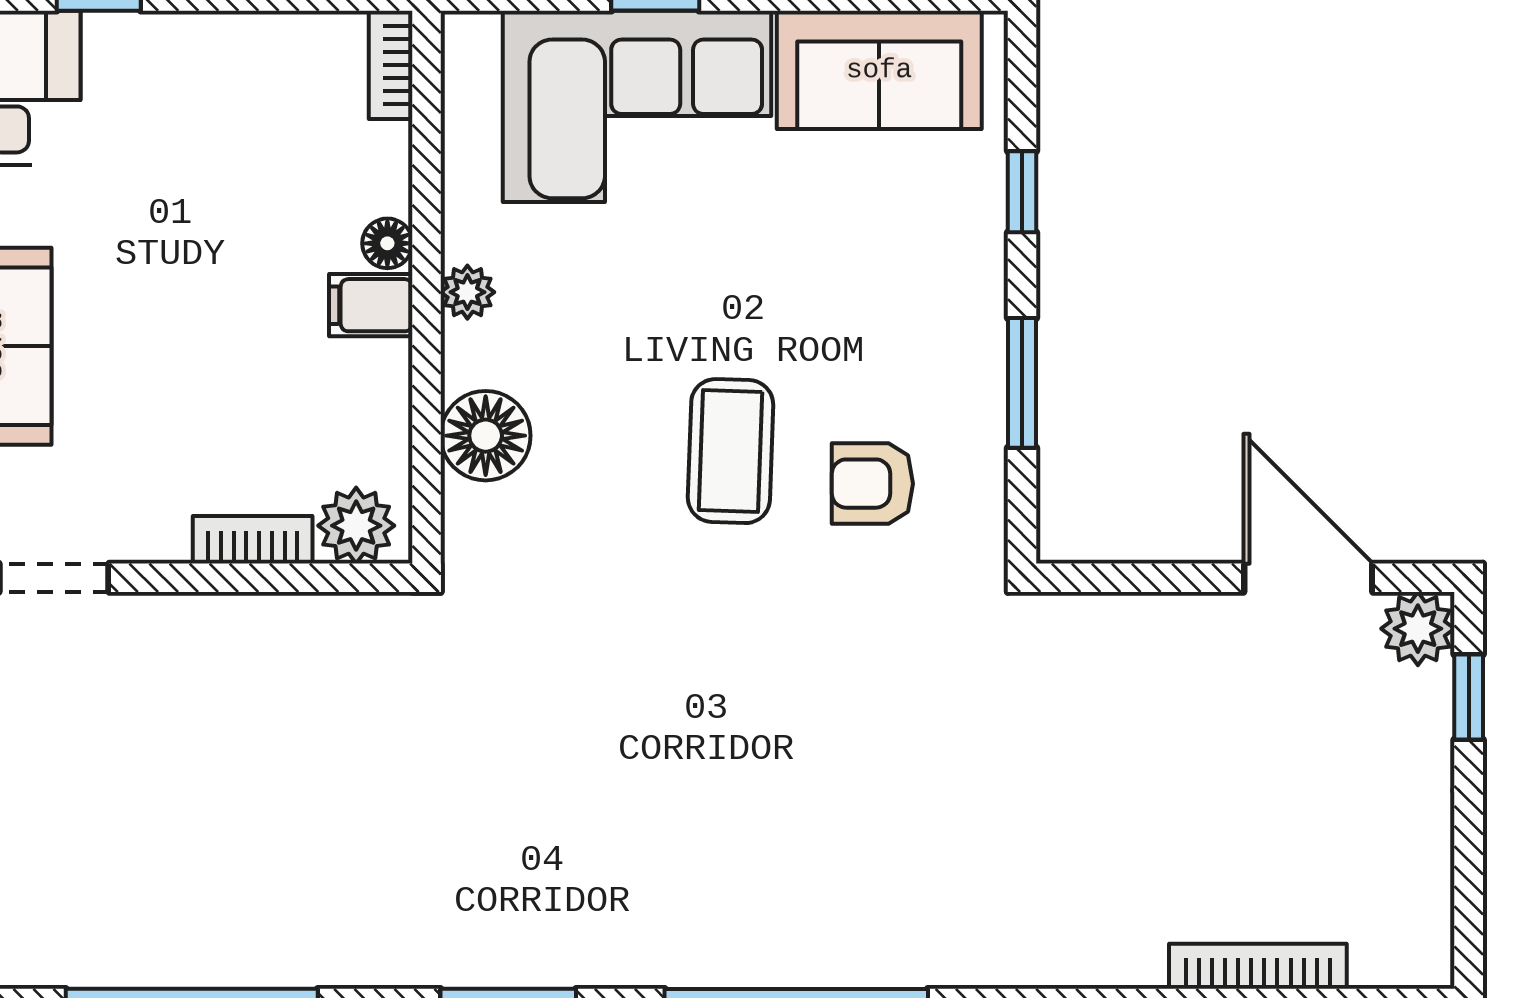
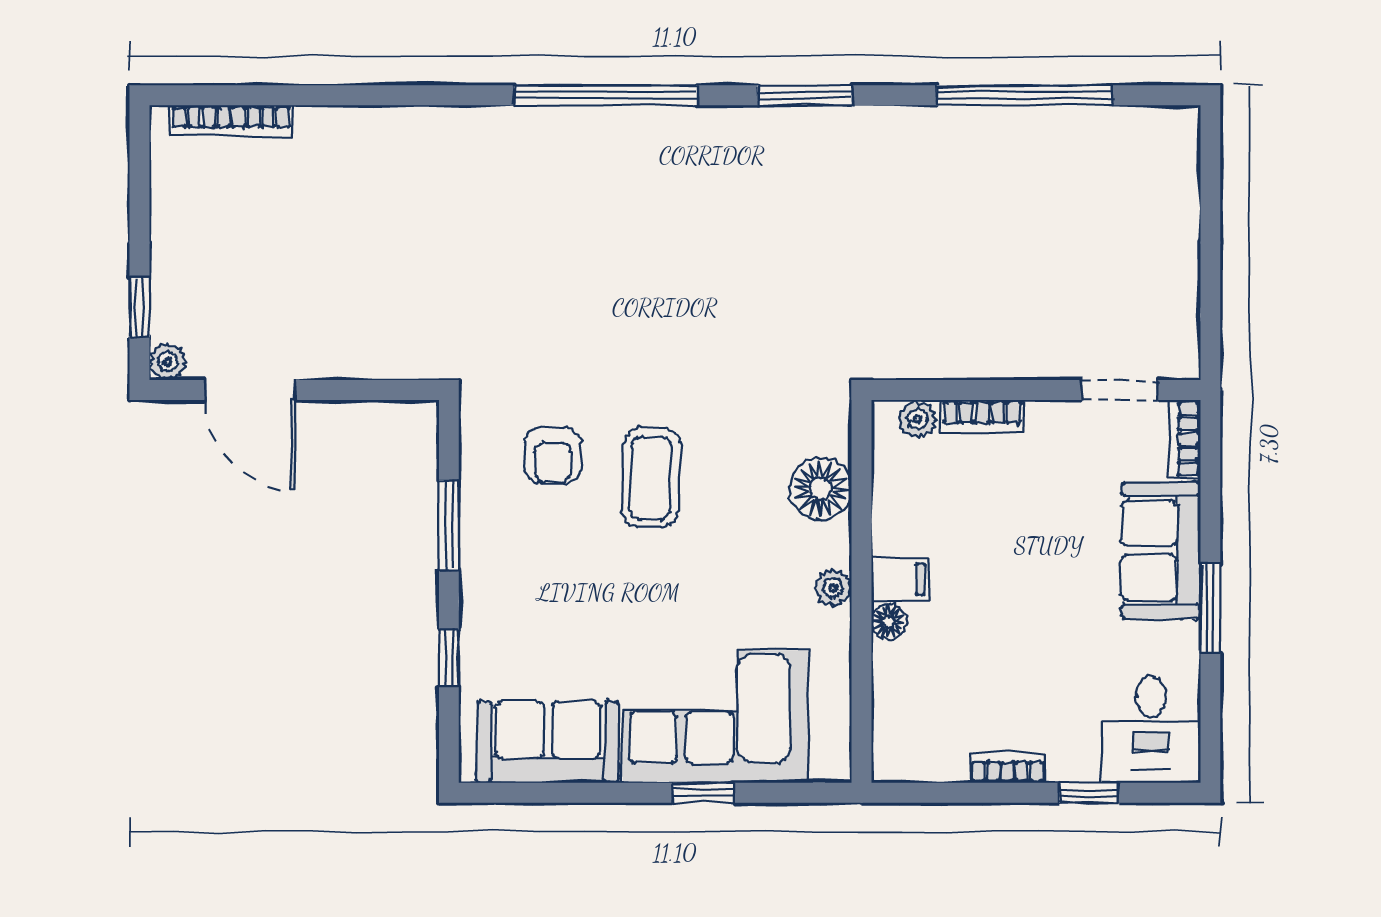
bookcase: (391, 65) -> (1007, 768), moved, turned -90
armchair: (872, 484) -> (553, 455), turned 90
plant: (356, 526) -> (917, 419), width x0.73, depth x0.73
plant: (1418, 629) -> (168, 362), width x0.73, depth x0.73
bookcase: (1258, 966) -> (231, 121), moved

